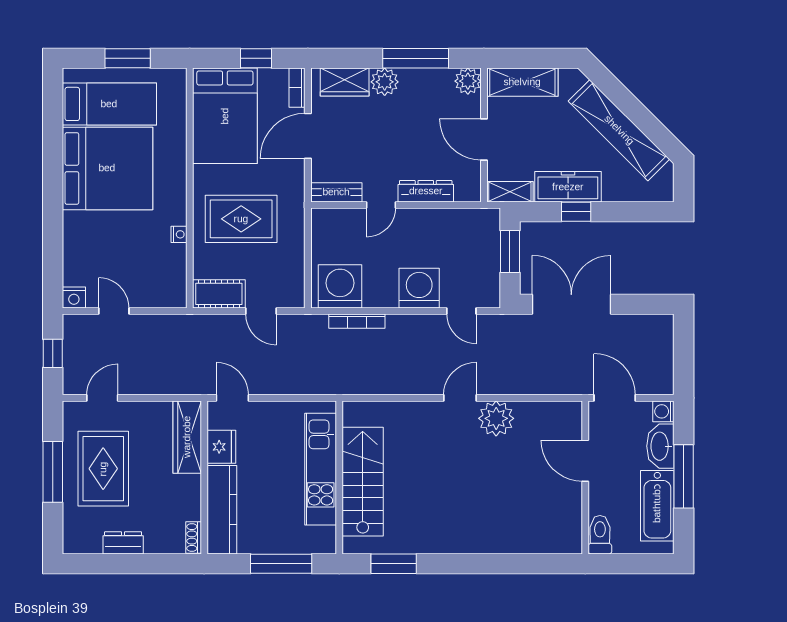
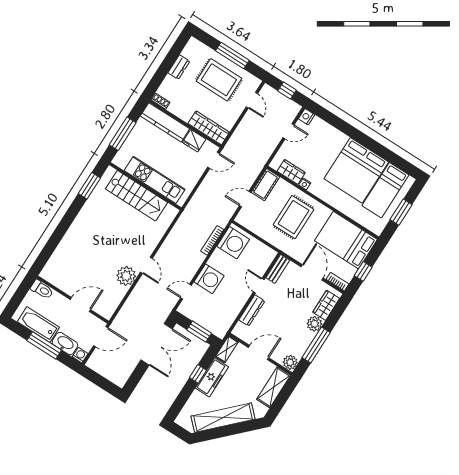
wardrobe: (174, 267) -> (291, 172), added

